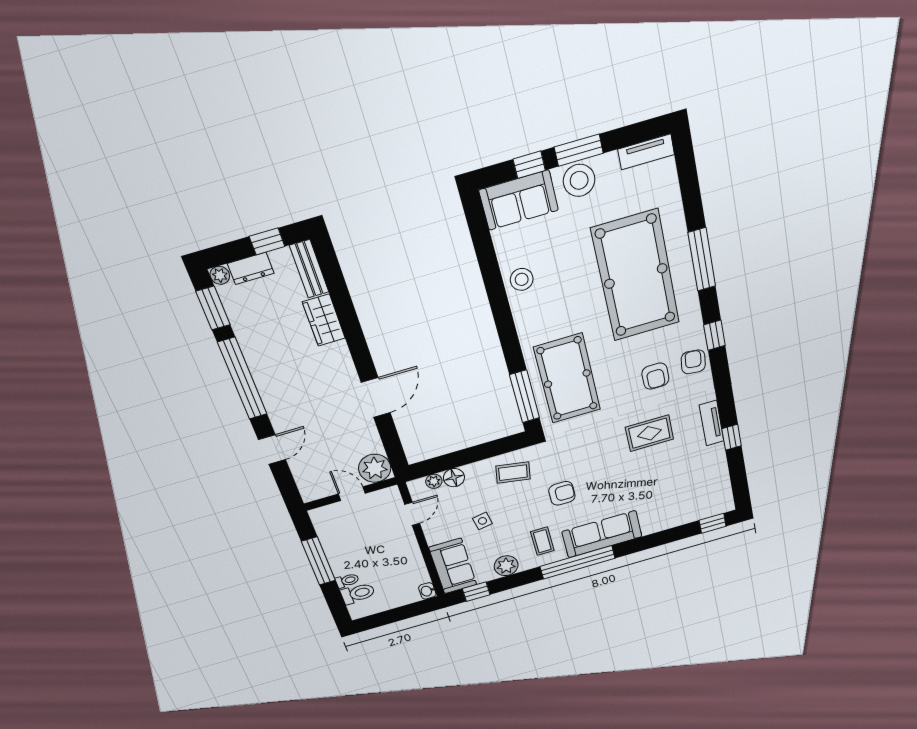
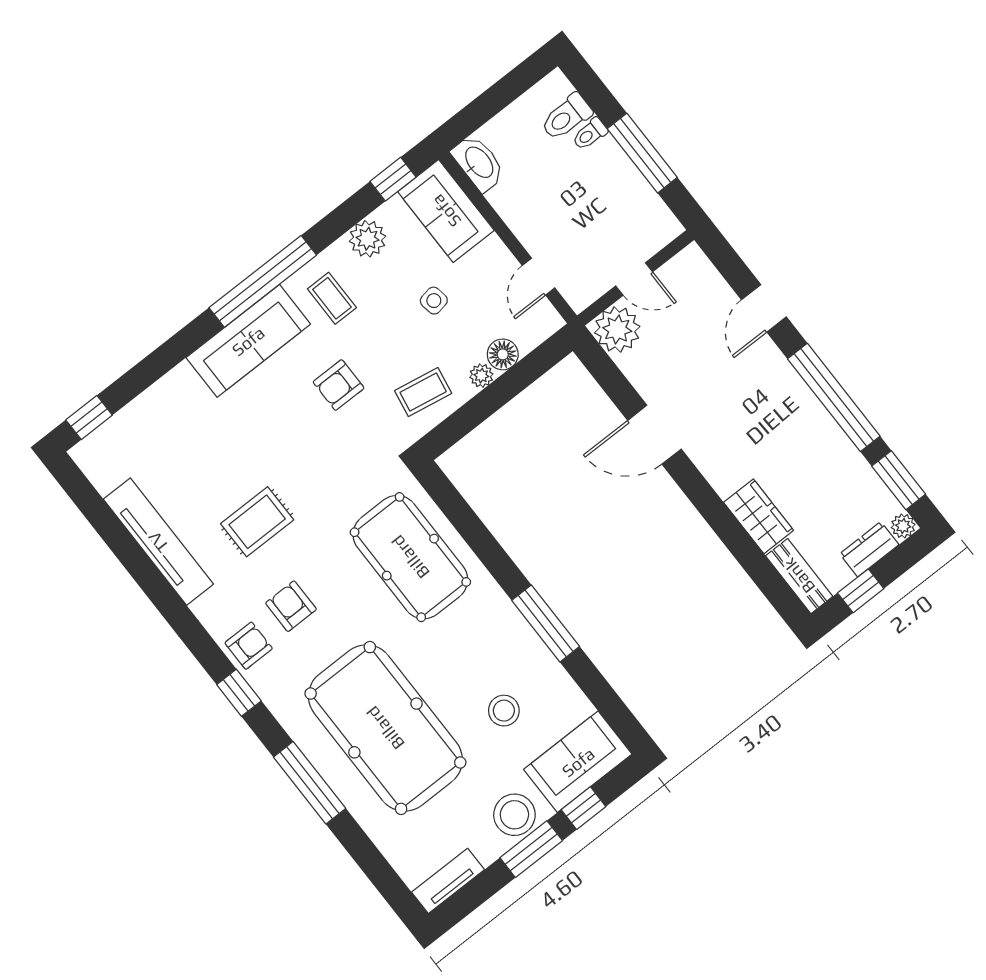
stool: (522, 279) -> (504, 711), moved
armchair: (693, 362) -> (249, 646), turned -96
window: (525, 396) -> (546, 623), moved
door: (376, 398) -> (654, 435), hinge flipped
tv unit: (712, 423) -> (158, 542), width x1.92, depth x1.29
window: (732, 437) -> (135, 560), removed
plant: (434, 481) -> (481, 376), moved
washbasin: (427, 591) -> (478, 163), width x1.91, depth x1.45

